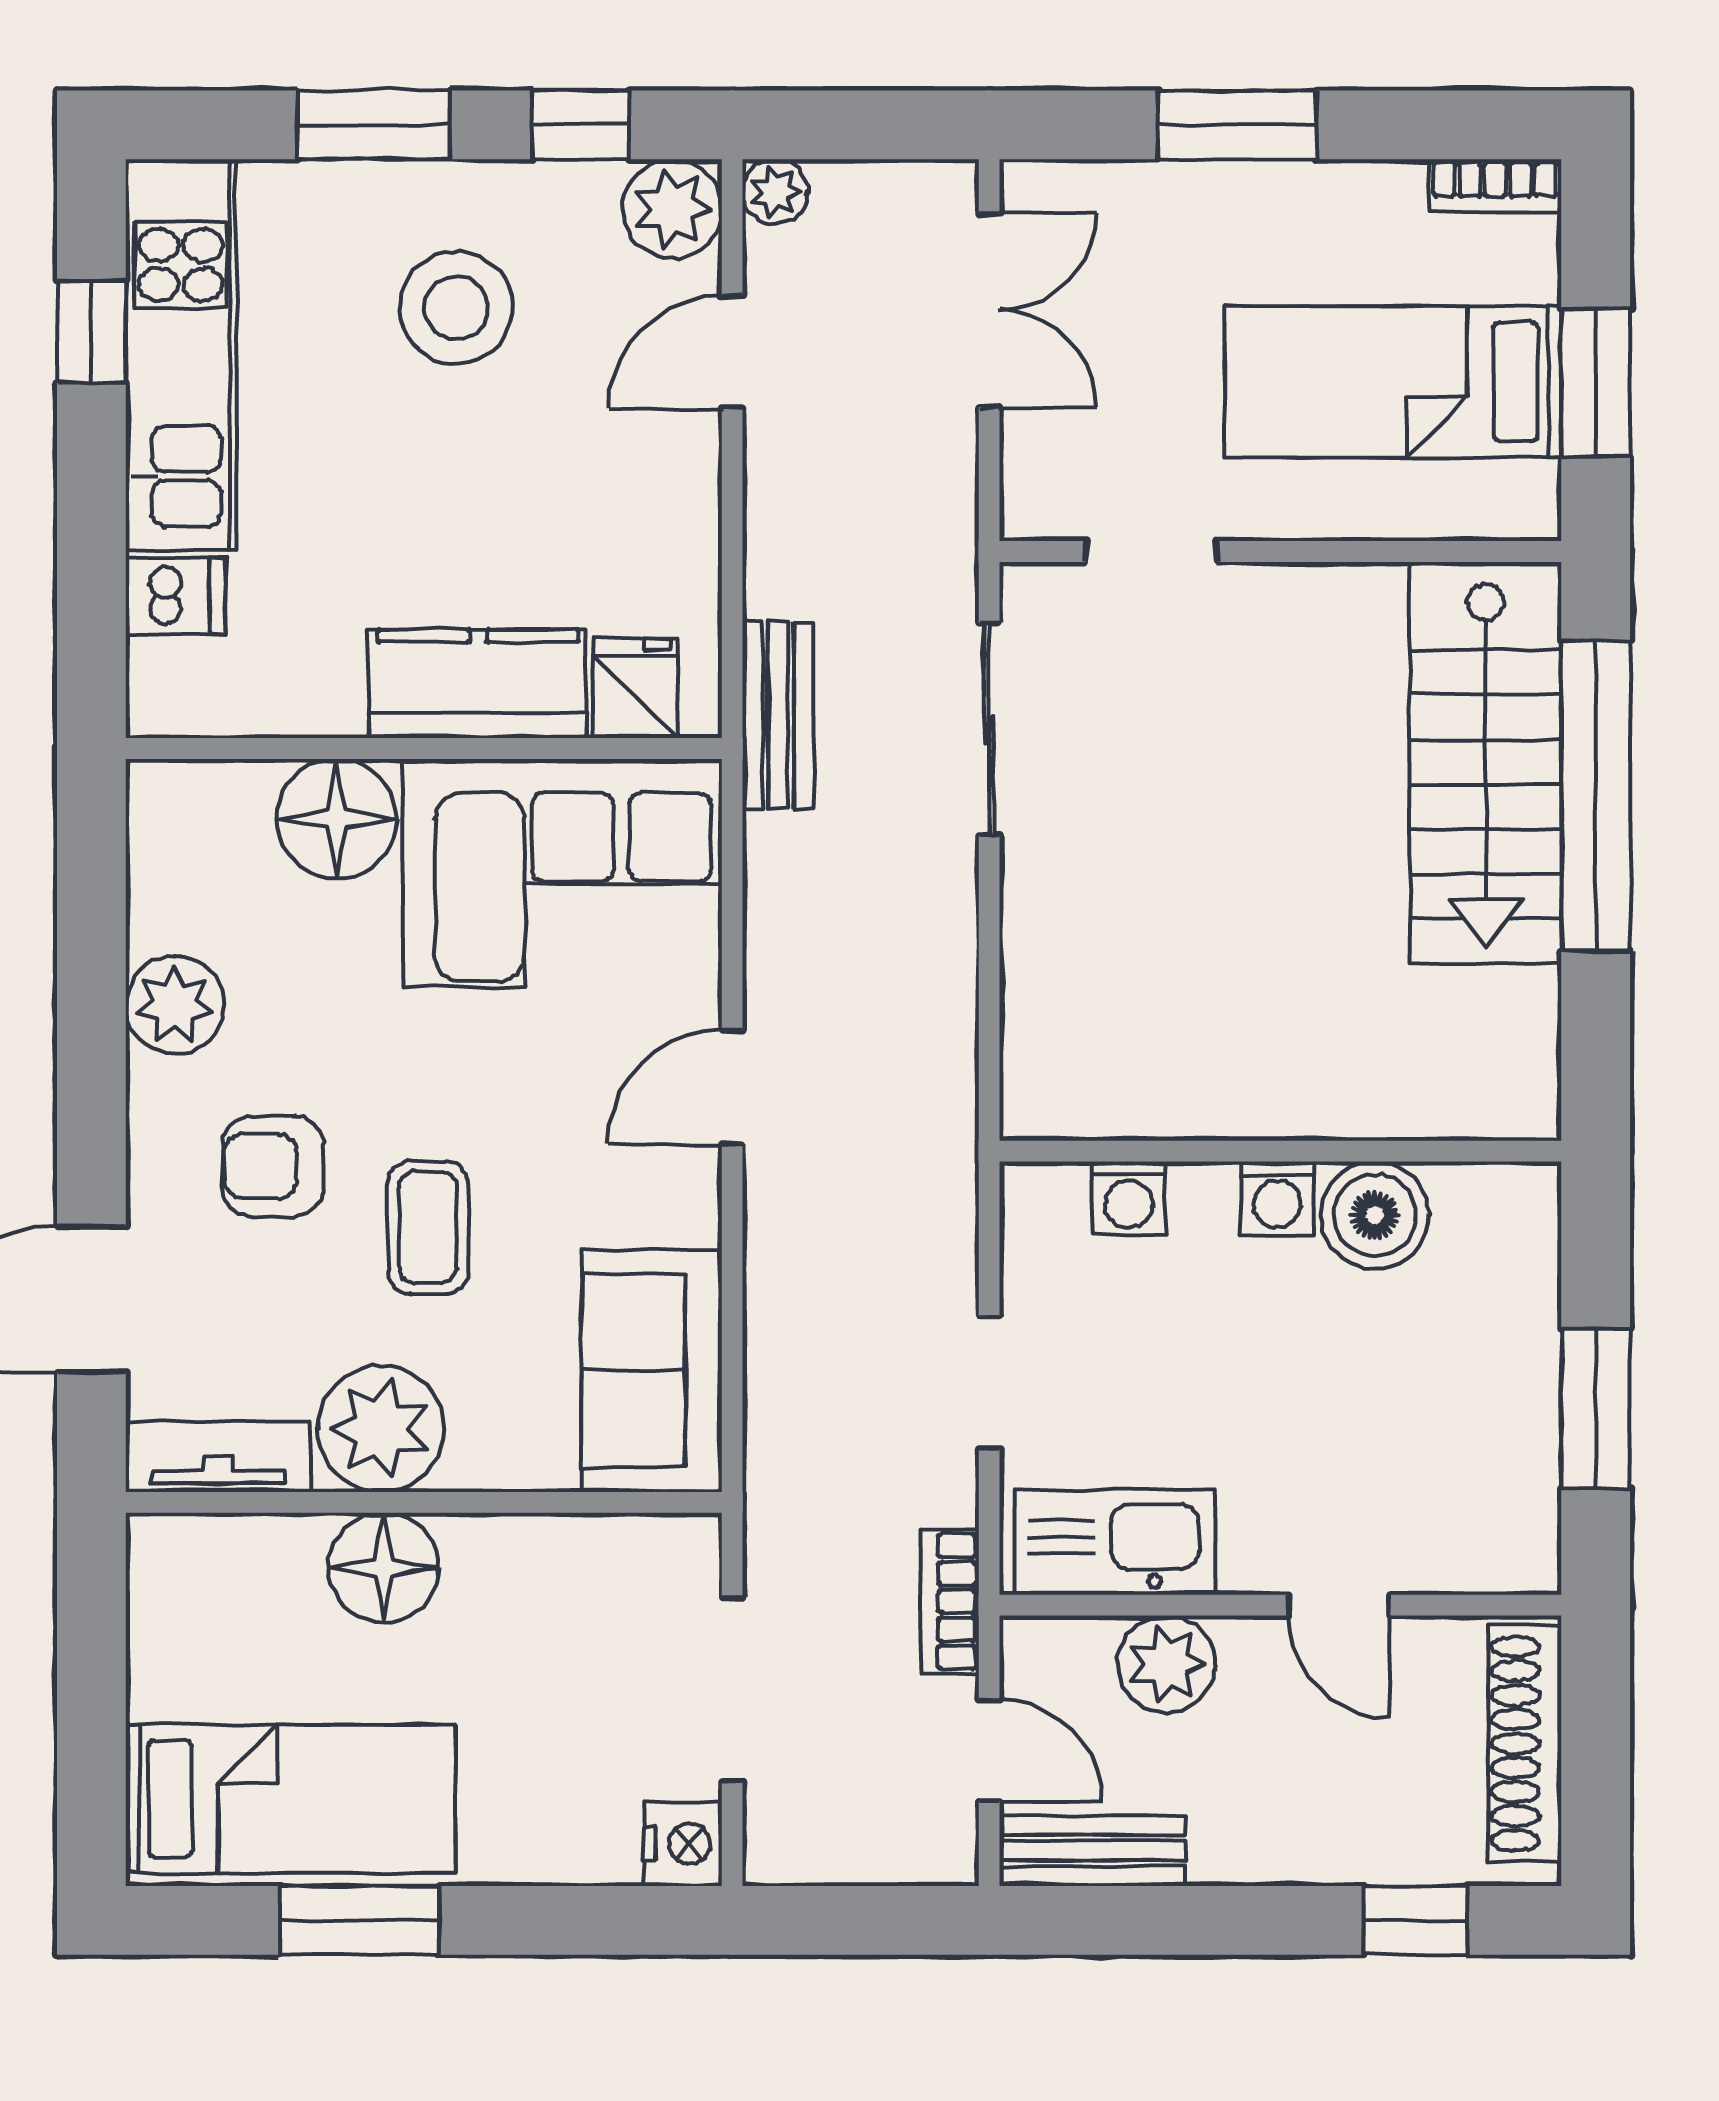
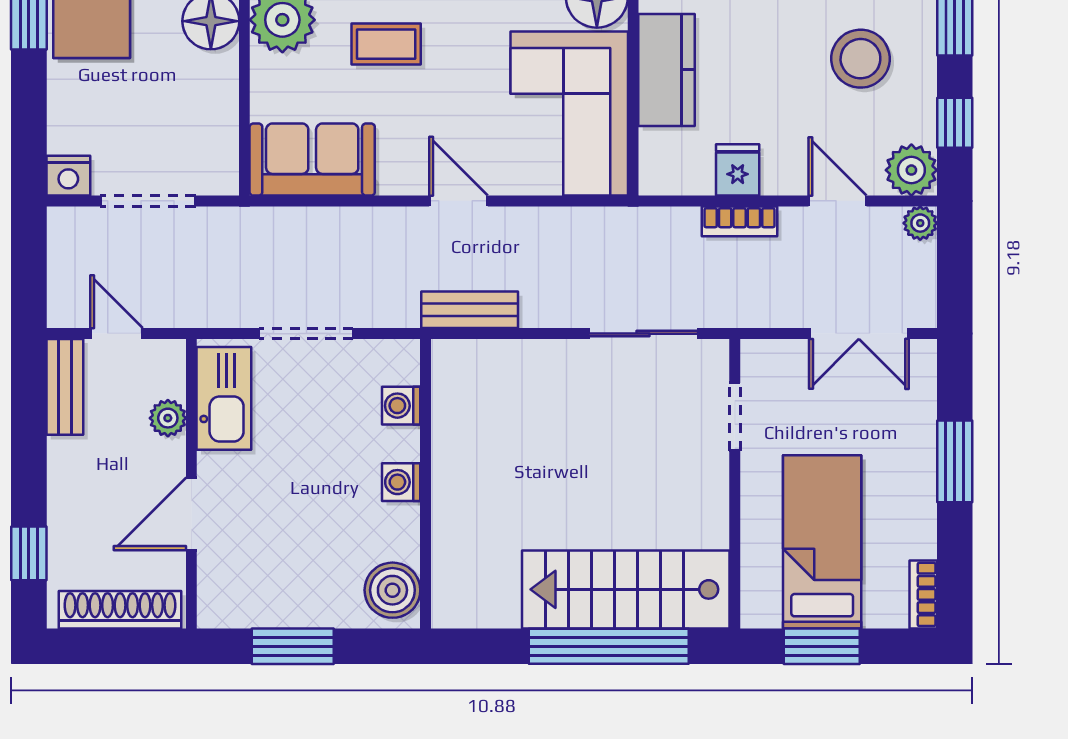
fridge: (636, 688) -> (738, 170), moved, turned -90
bench: (778, 715) -> (470, 310), moved
boiler: (1375, 1215) -> (392, 590), moved
doorway: (989, 1383) -> (306, 334), width x1.38
bookcase: (950, 1601) -> (740, 221), moved, turned 180
door: (1339, 1605) -> (191, 514), width x1.38
plant: (1166, 1664) -> (168, 418), width x0.73, depth x0.73
door: (989, 1750) -> (116, 334), swing flipped

